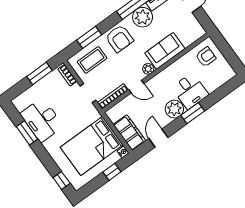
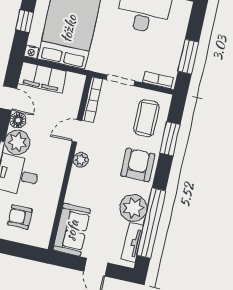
armchair: (119, 39) -> (138, 165), turned 90
sofa: (165, 51) -> (72, 230), moved
armchair: (206, 57) -> (20, 217), moved, turned 90
floor lamp: (163, 121) -> (18, 120), added

